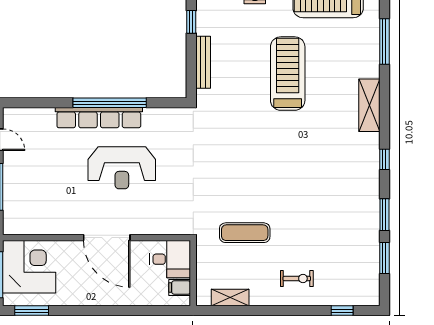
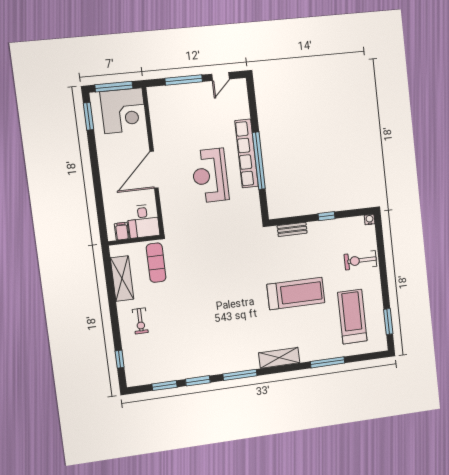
bench: (203, 62) -> (292, 229), width x0.73
window: (384, 159) -> (240, 375), width x2.17
exercise mat: (245, 233) -> (156, 263), moved
shelving: (230, 297) -> (122, 279), width x1.50, depth x1.33

